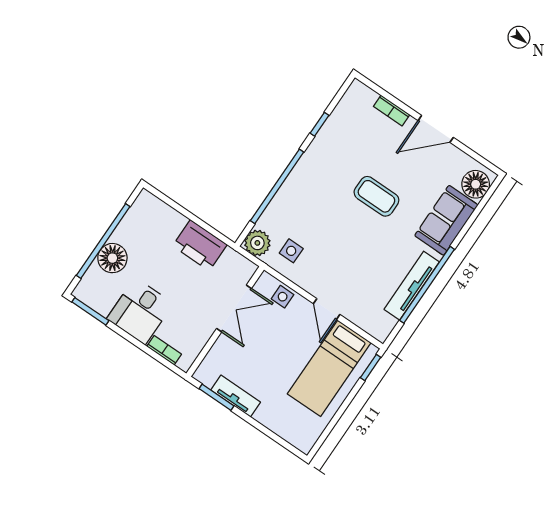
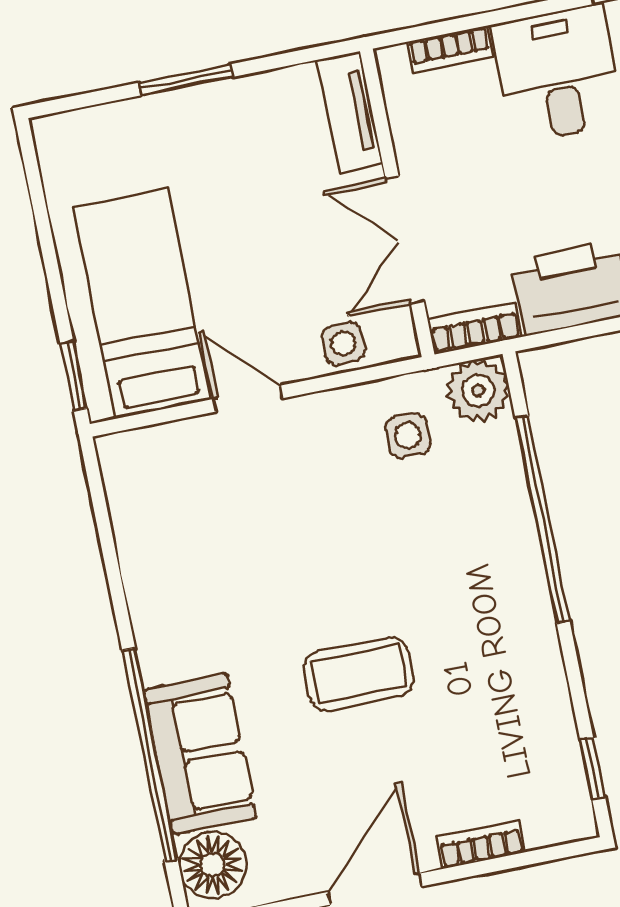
window: (319, 124) -> (593, 768), moved
bookcase: (240, 262) -> (474, 328), added
window: (427, 285) -> (150, 755), moved
tv unit: (412, 286) -> (146, 584), removed
tv unit: (236, 396) -> (350, 112), moved, turned 90
window: (216, 397) -> (186, 80), moved

